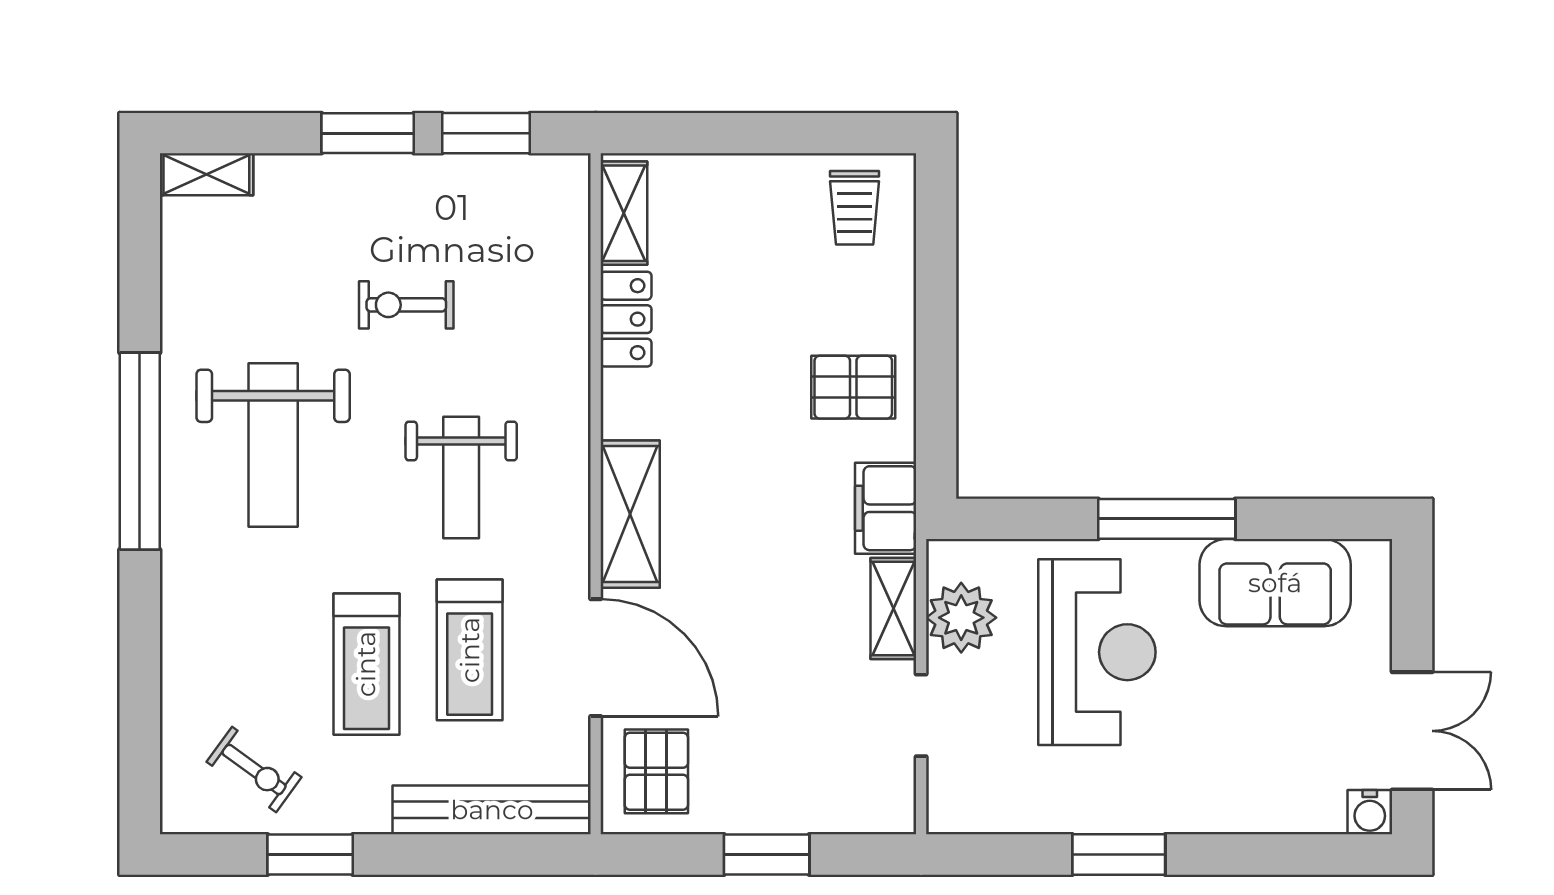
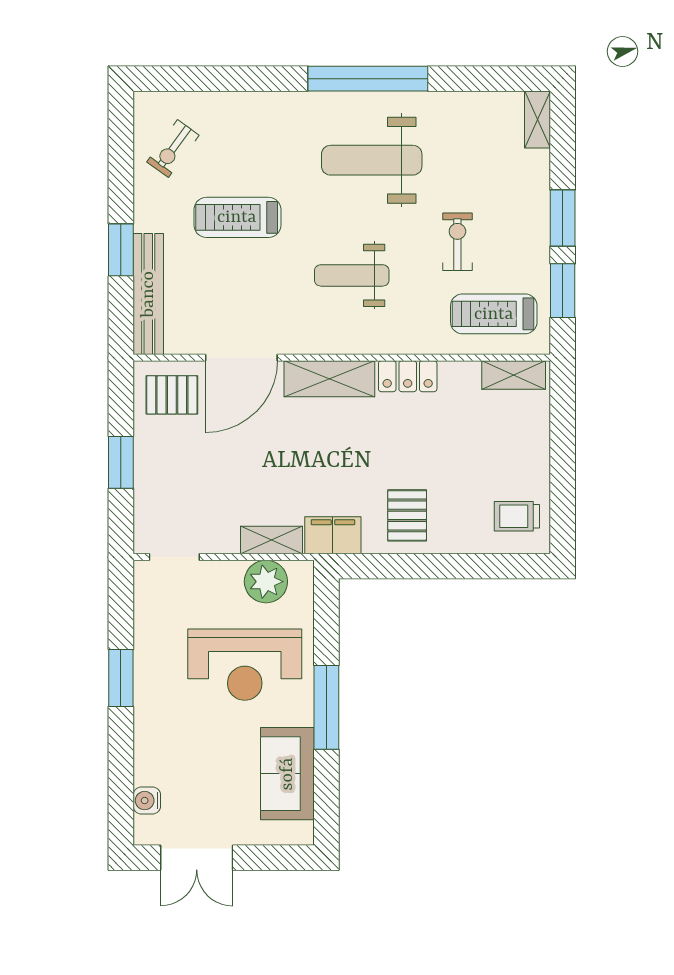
locker: (626, 319) -> (408, 376), moved
treadmill: (470, 650) -> (494, 314), moved
doorway: (921, 715) -> (174, 557), moved
water cooler: (1370, 812) -> (147, 801), moved
window: (310, 855) -> (121, 250), moved

